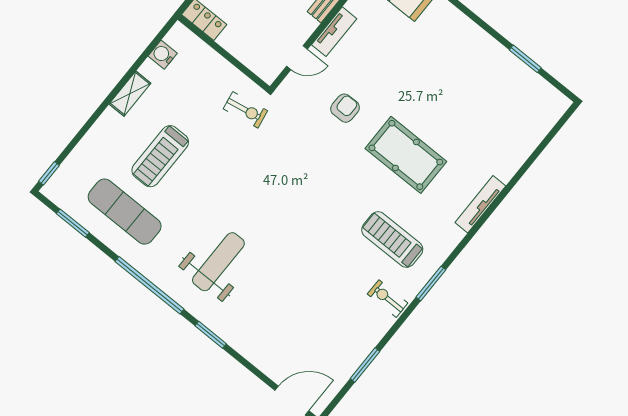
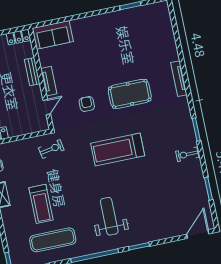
treadmill: (392, 240) -> (118, 149), moved, width x1.37, depth x1.38

